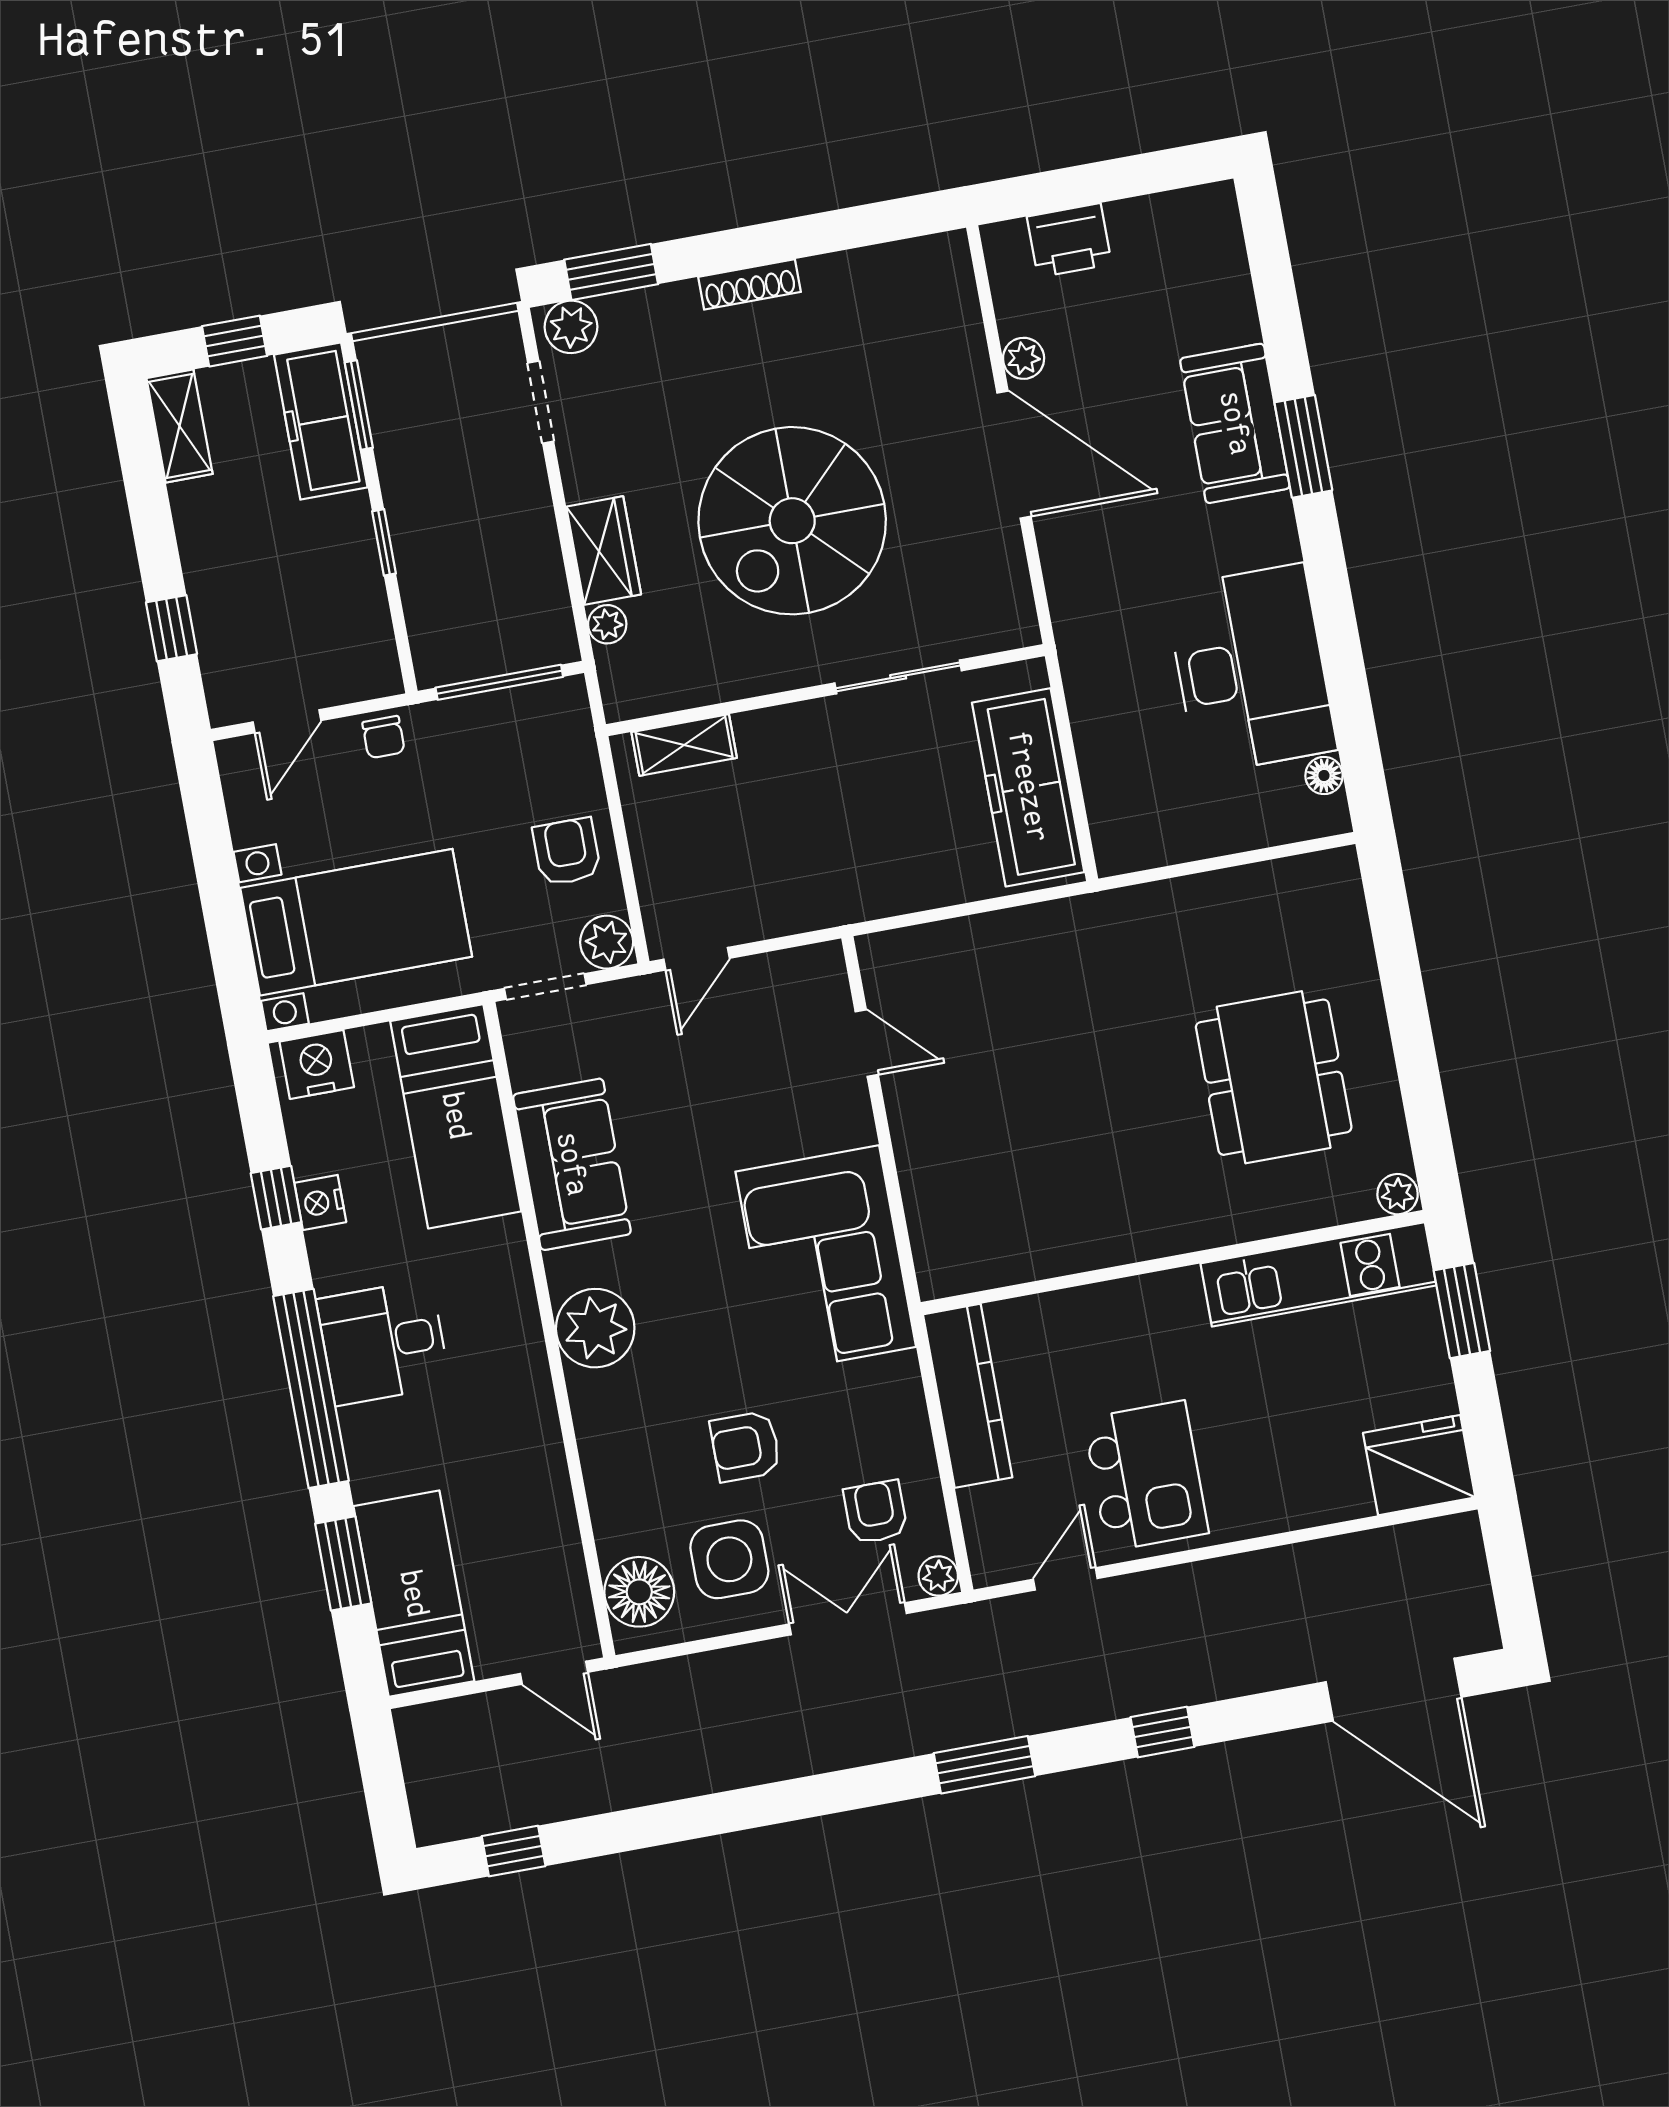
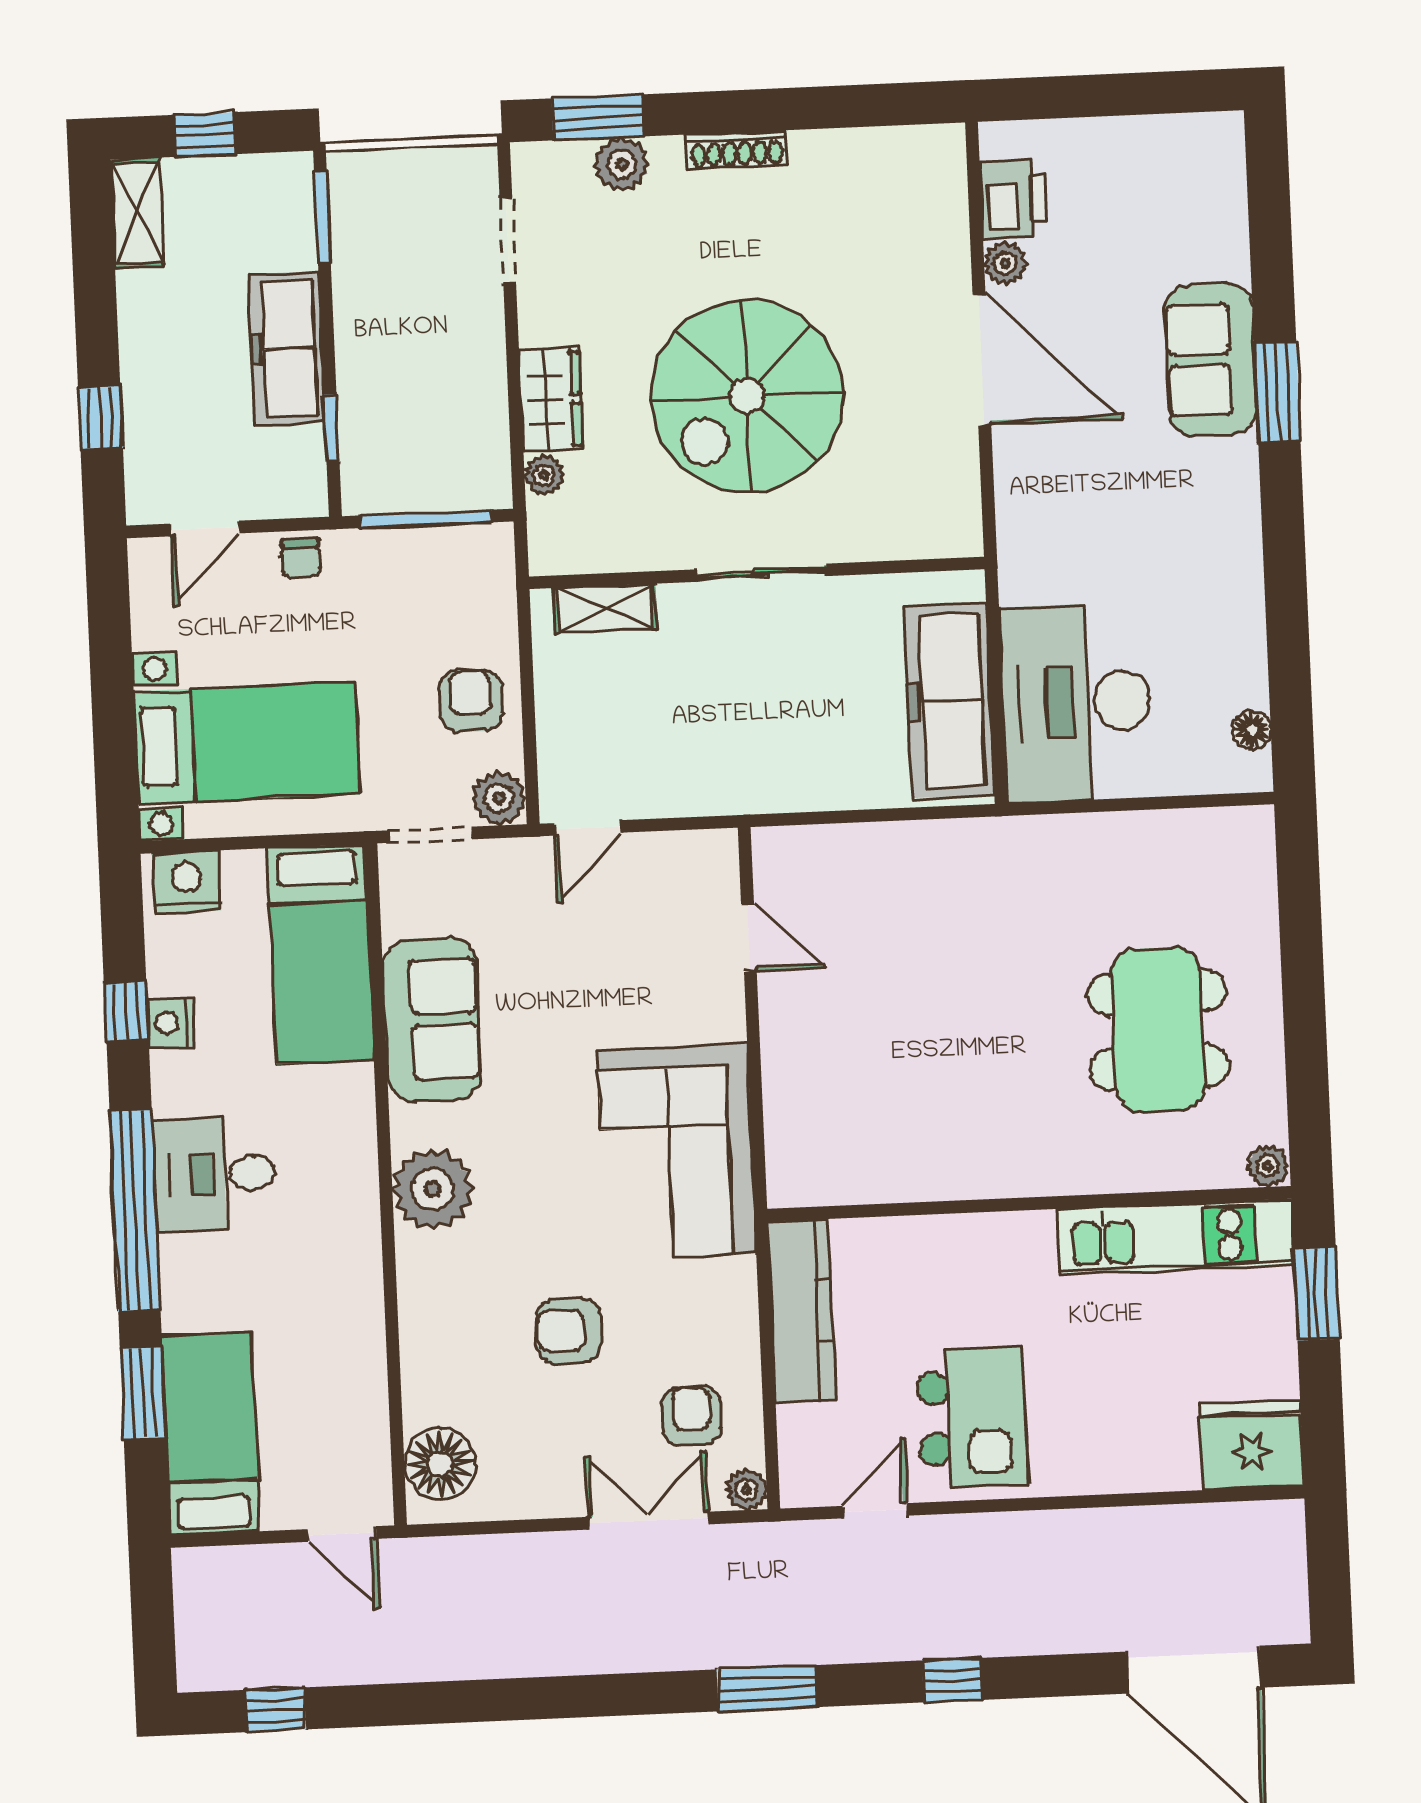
printer: (1069, 240) -> (1013, 199), moved, turned -90
plant: (571, 327) -> (622, 164), moved
freezer: (321, 421) -> (287, 348), moved
window: (384, 542) -> (332, 428), moved
desk: (1251, 669) -> (1076, 702), moved, turned 180
sliding door: (898, 677) -> (761, 573), moved
side table: (729, 1559) -> (536, 1443), removed

